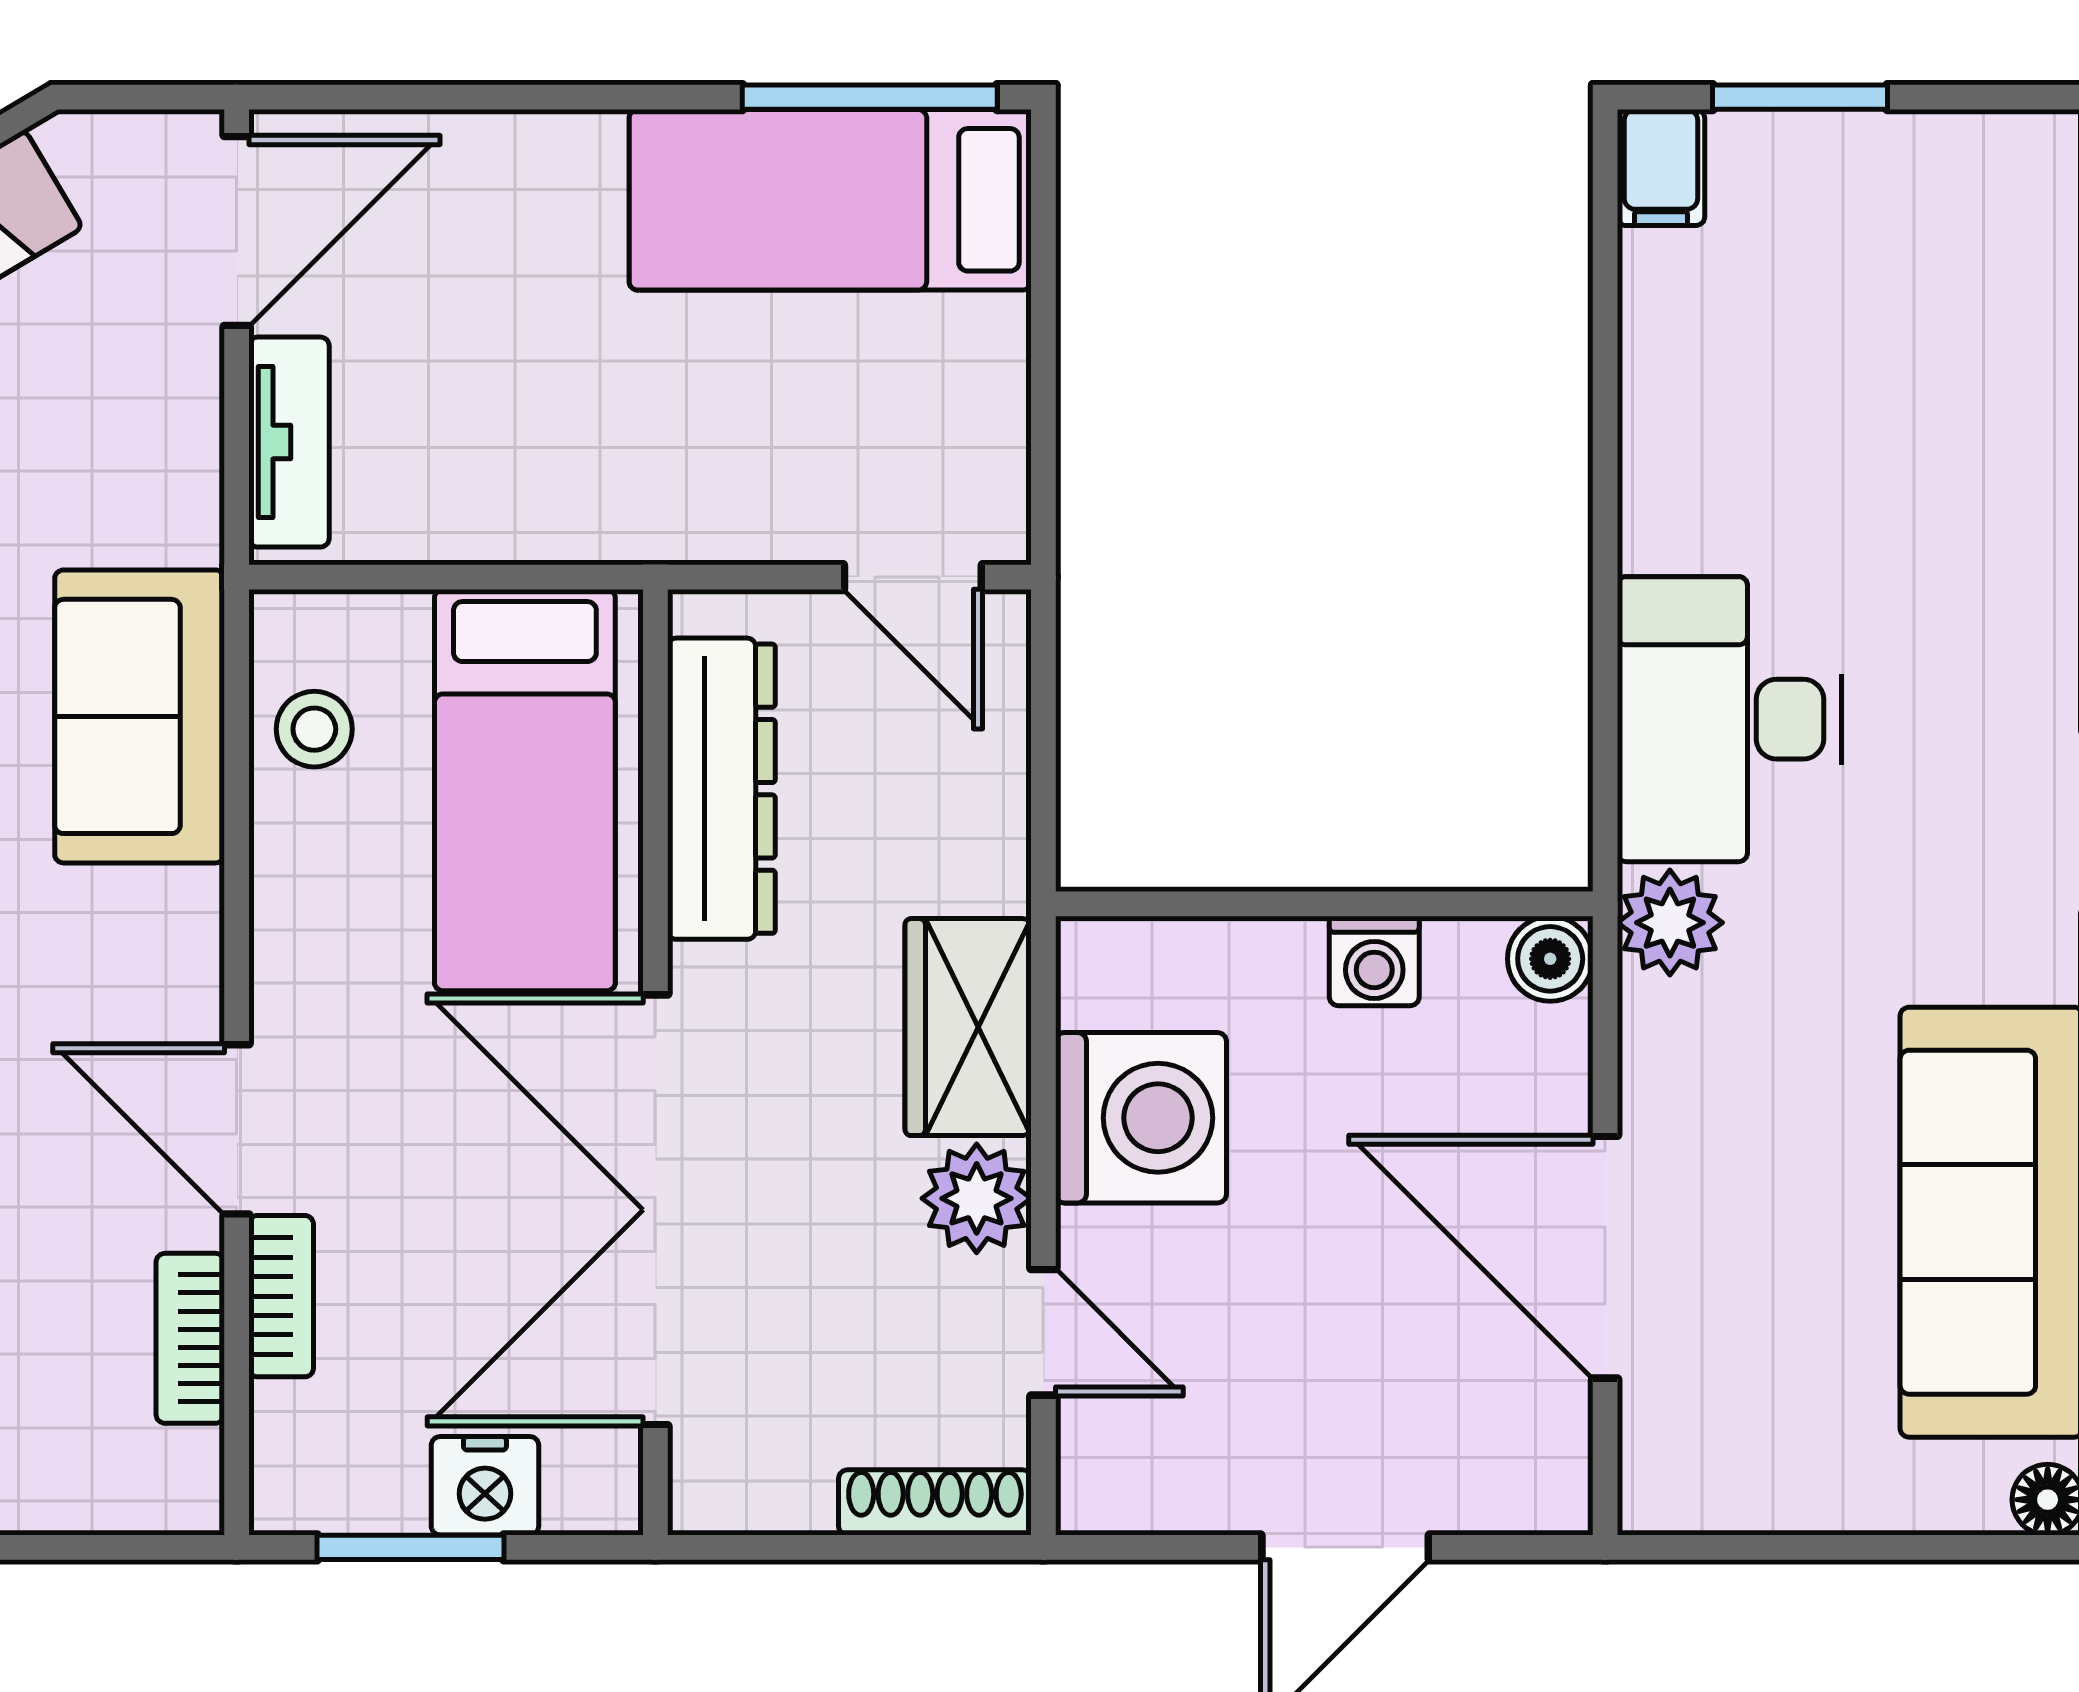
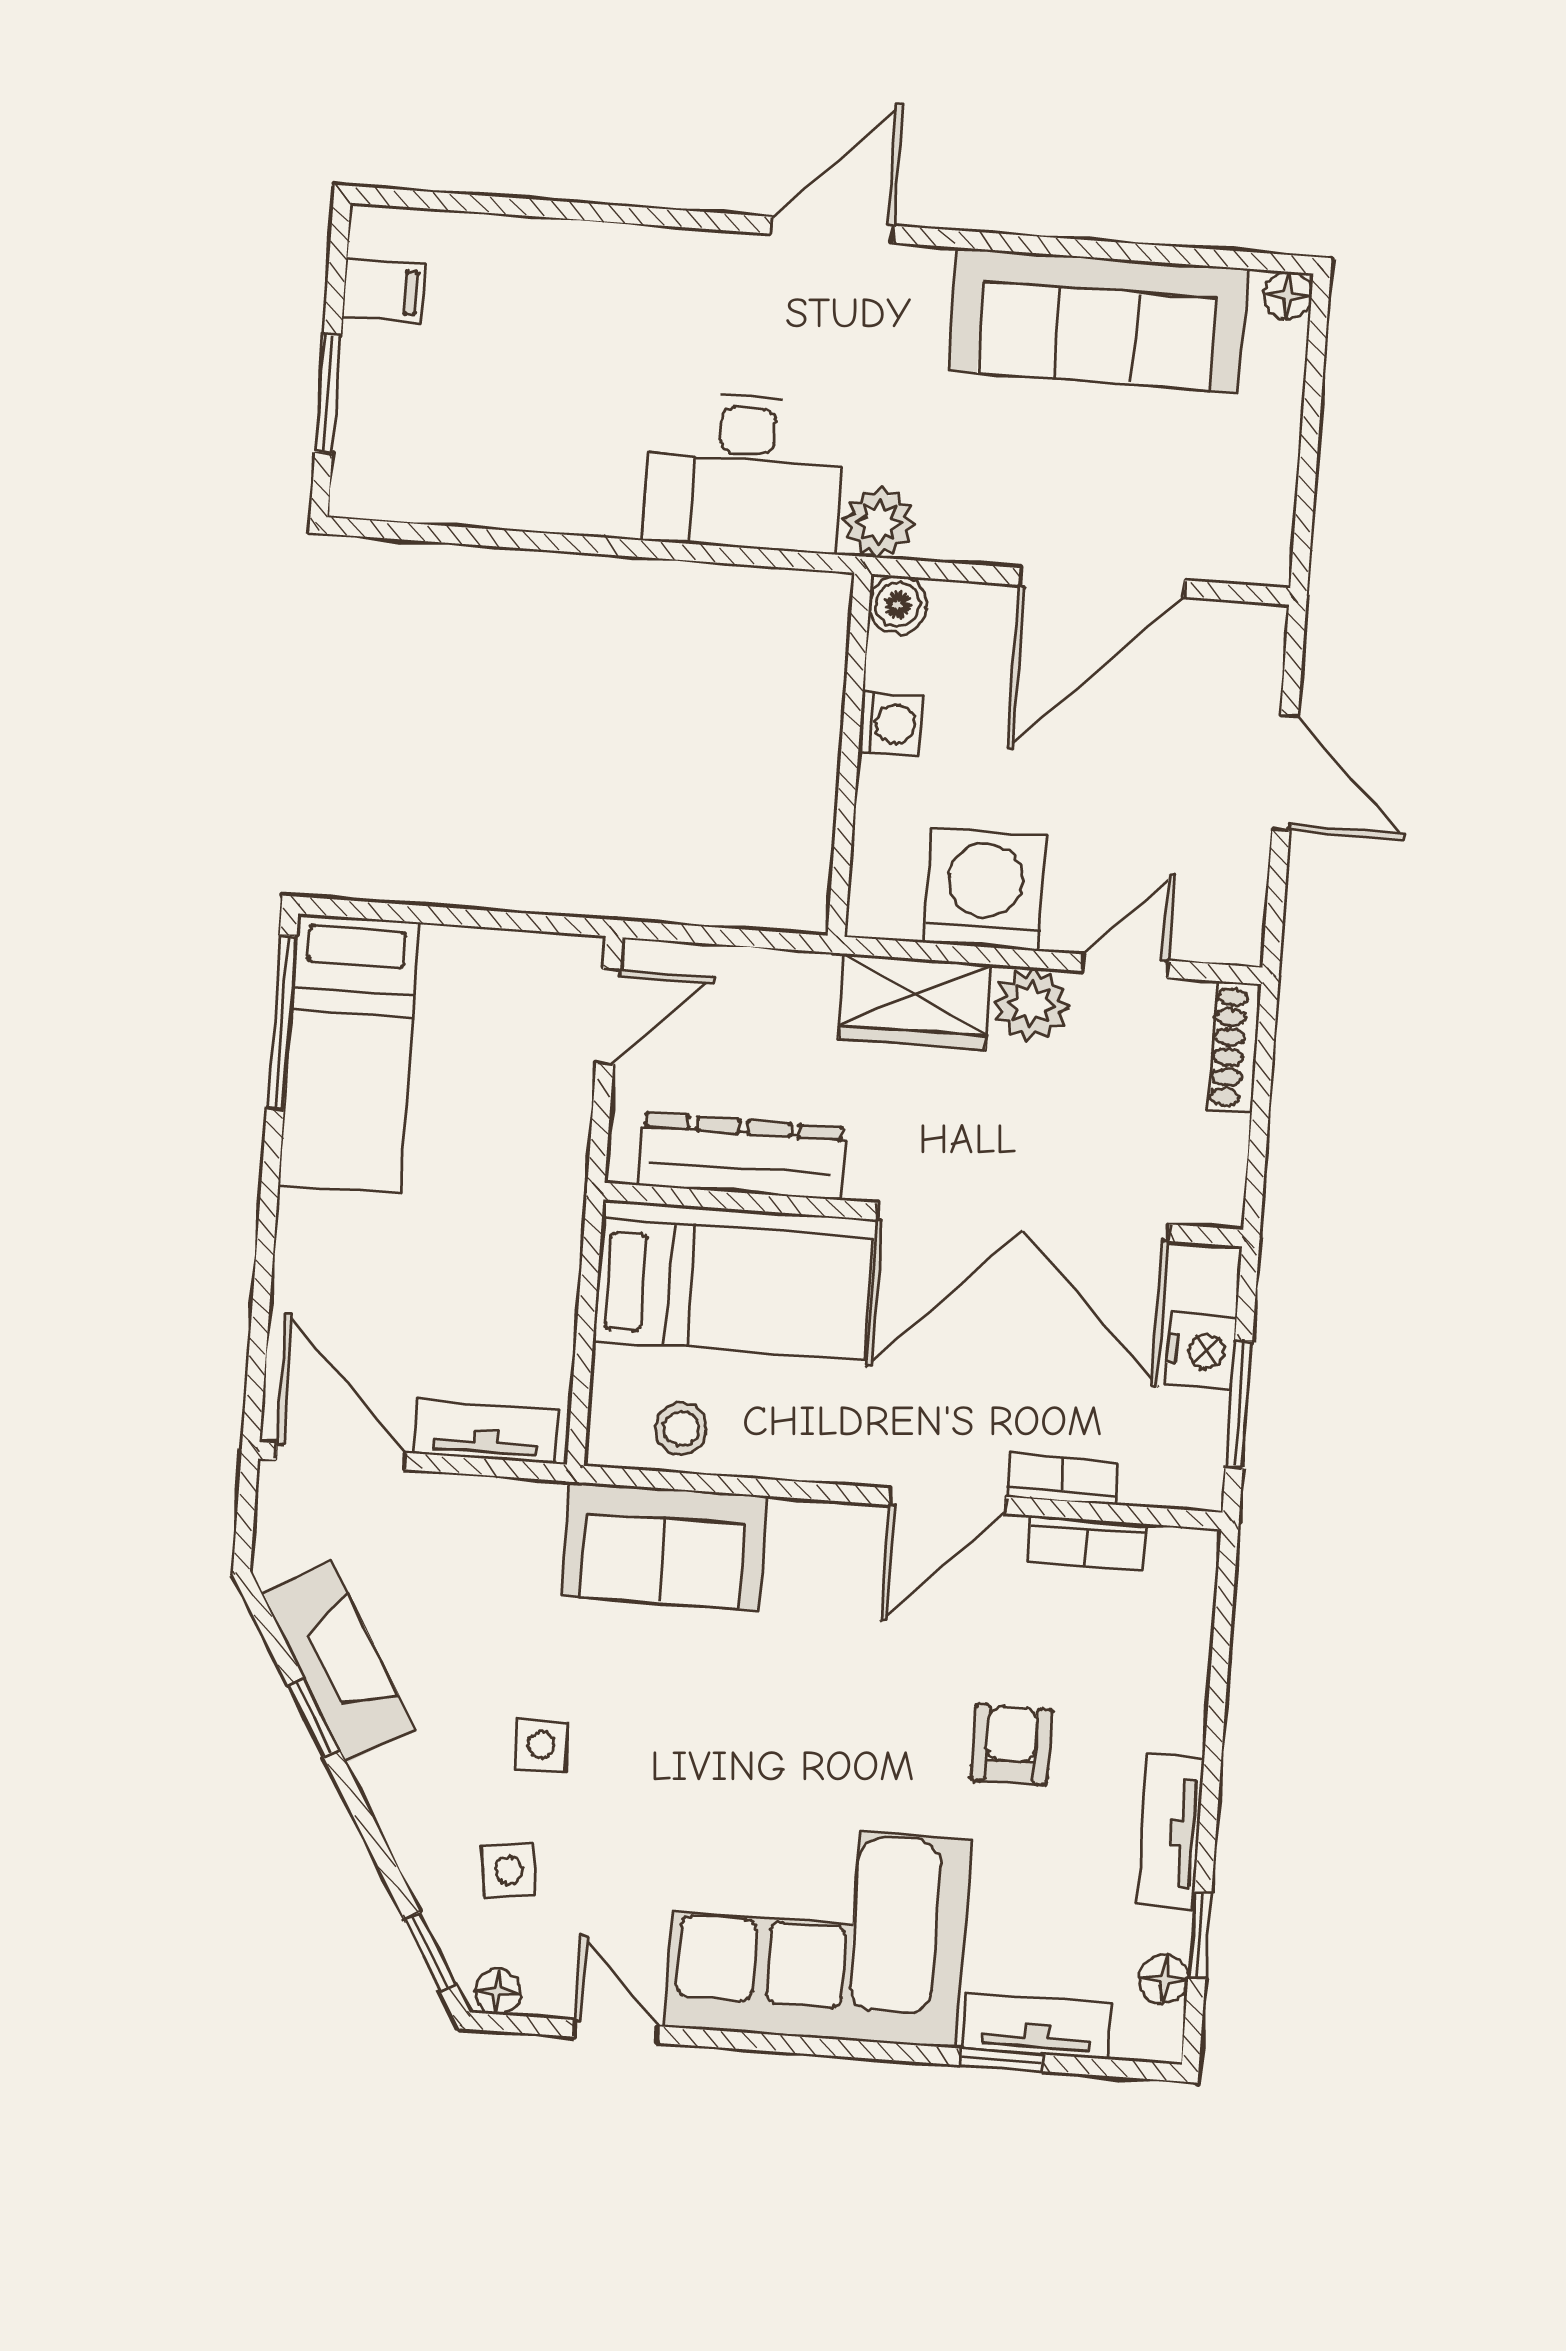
filing cabinet: (1661, 168) -> (383, 291), moved

